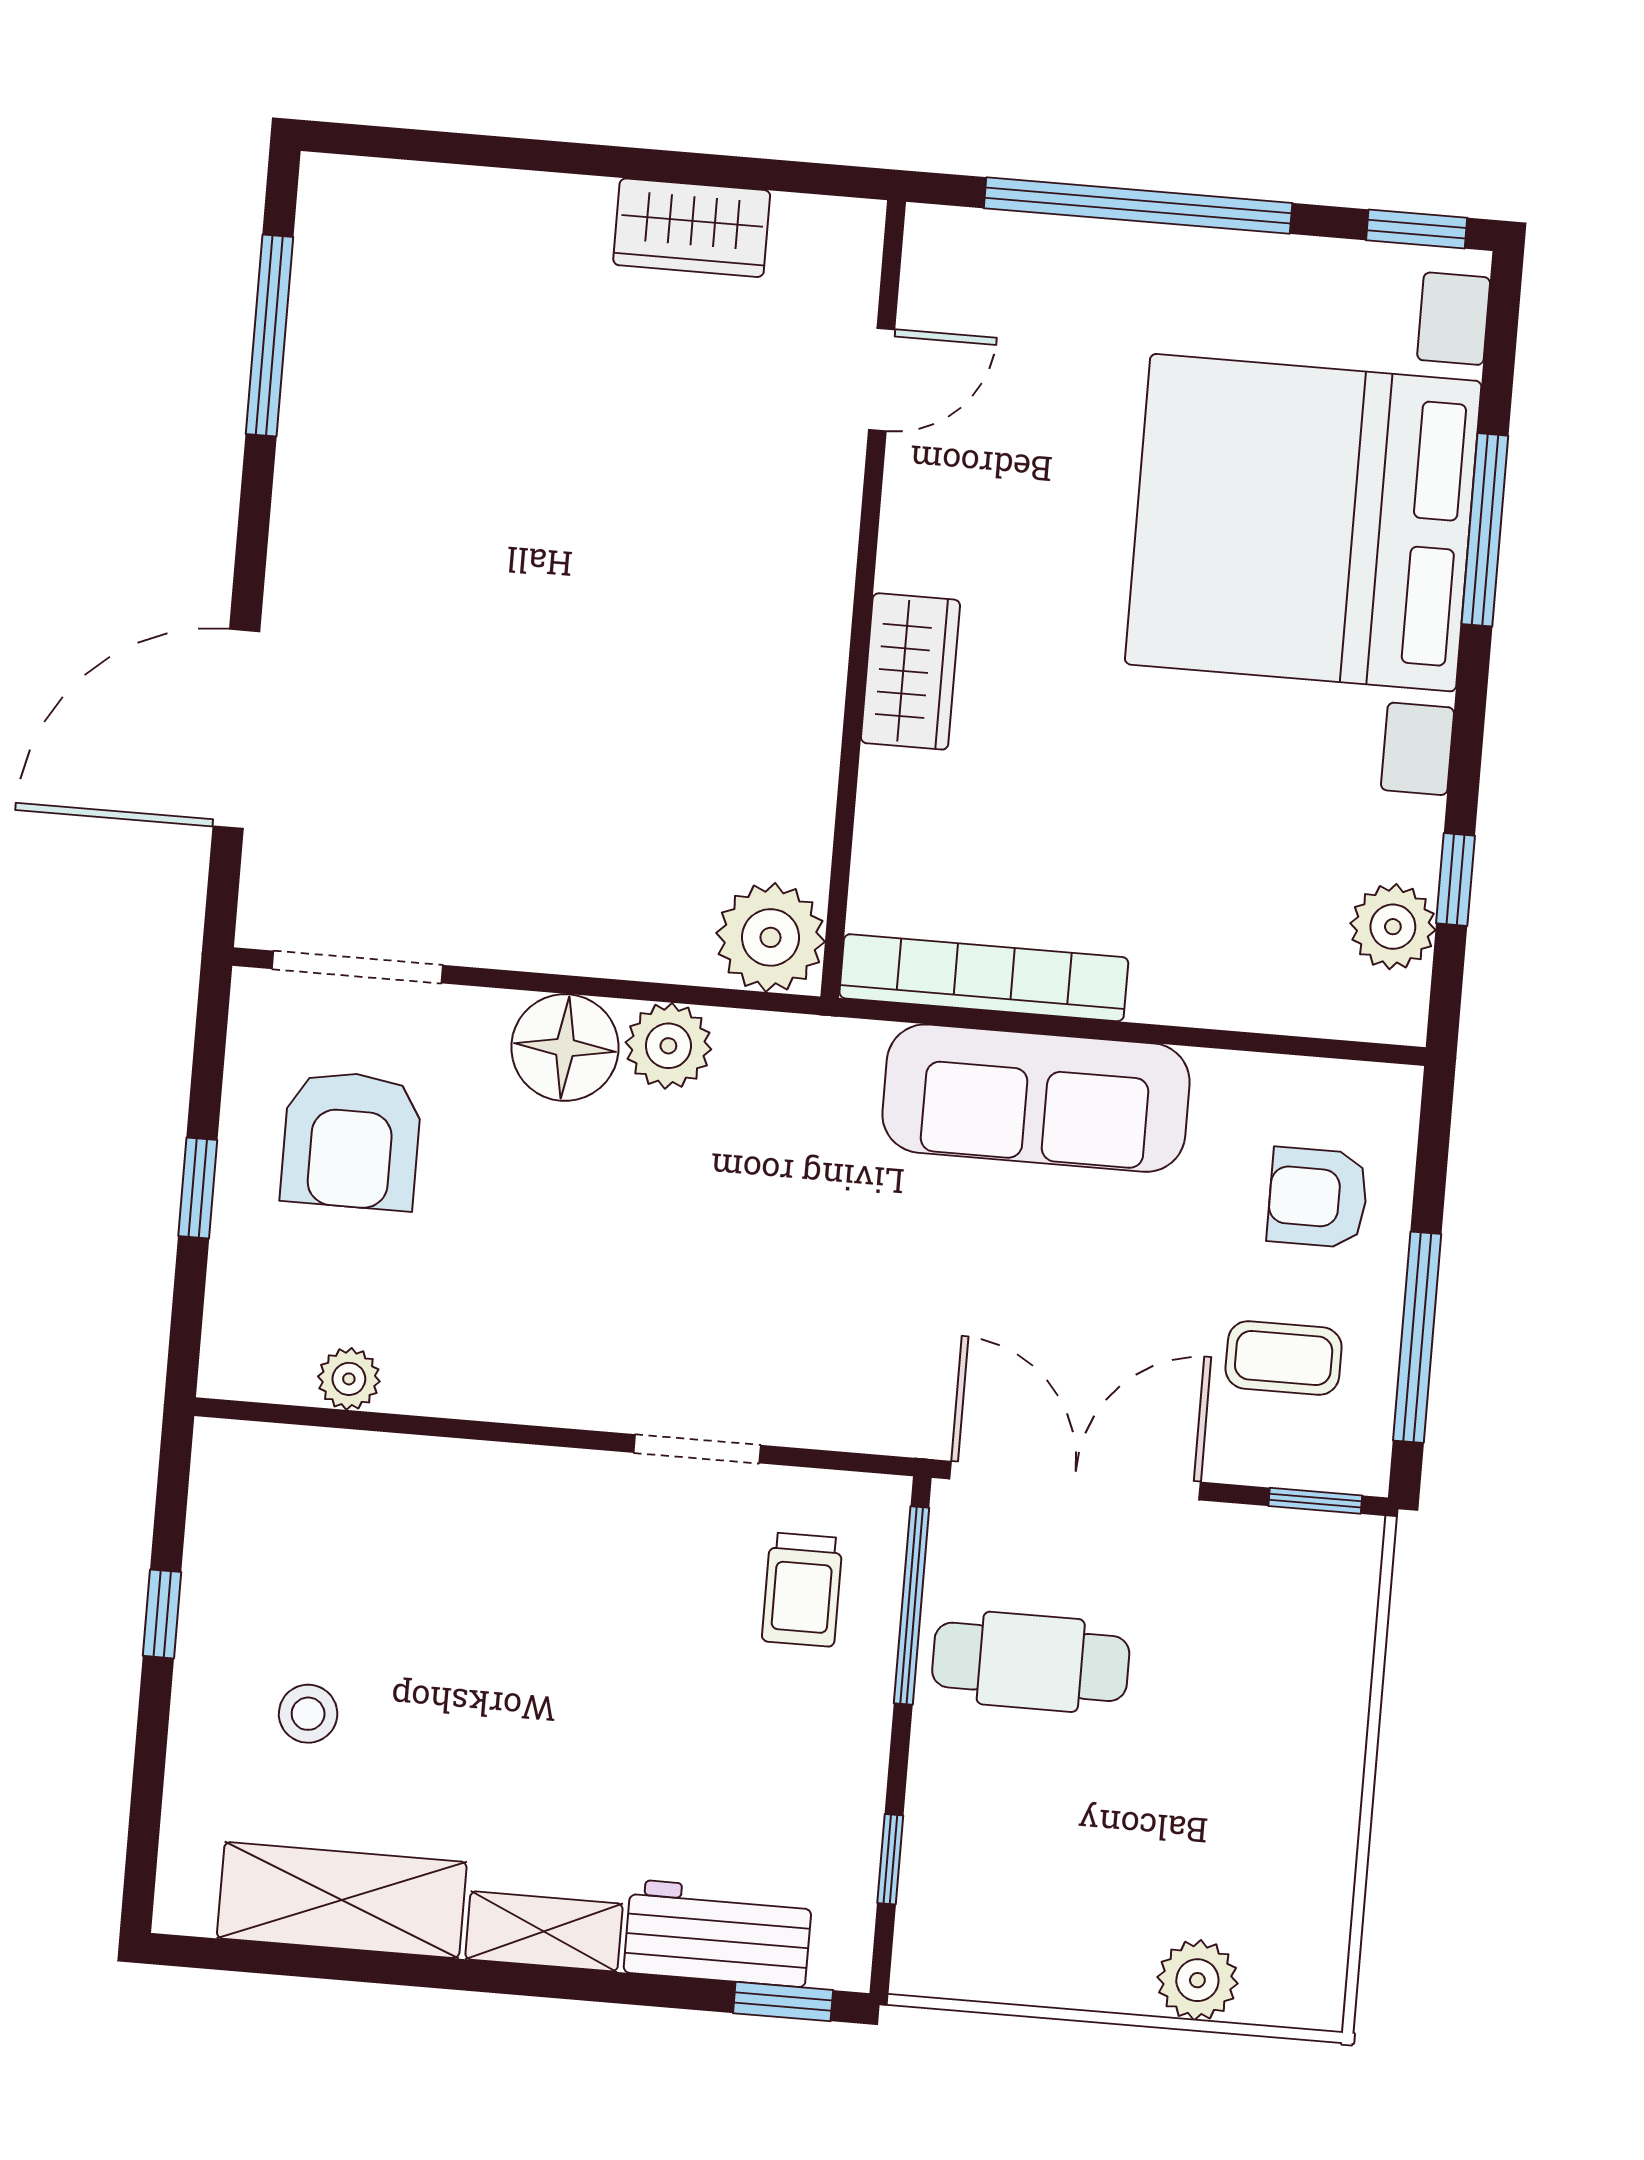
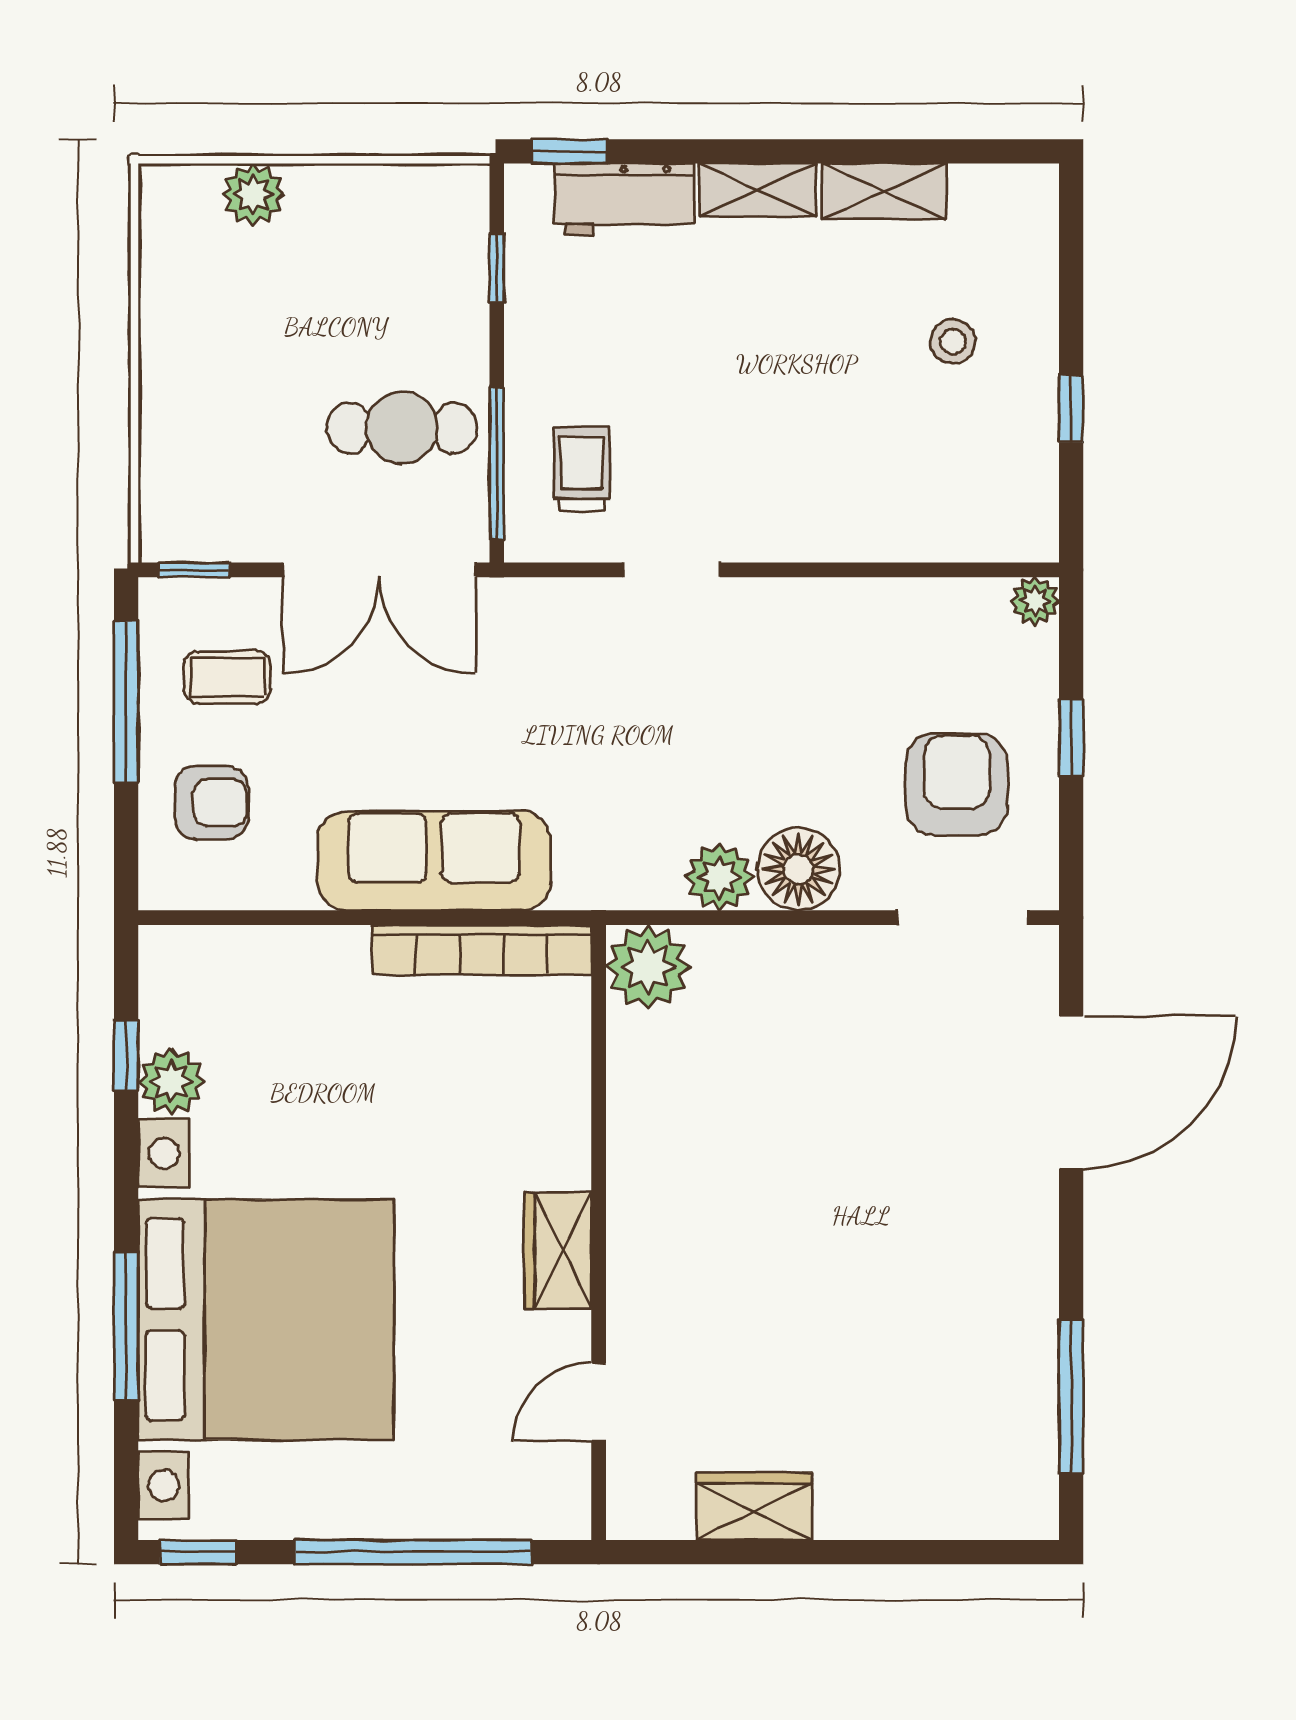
wardrobe: (910, 671) -> (558, 1250), moved
plant: (1393, 927) -> (171, 1081), moved
plant: (349, 1379) -> (1035, 601), moved
shelving: (342, 1900) -> (884, 191), width x0.67, depth x0.75

